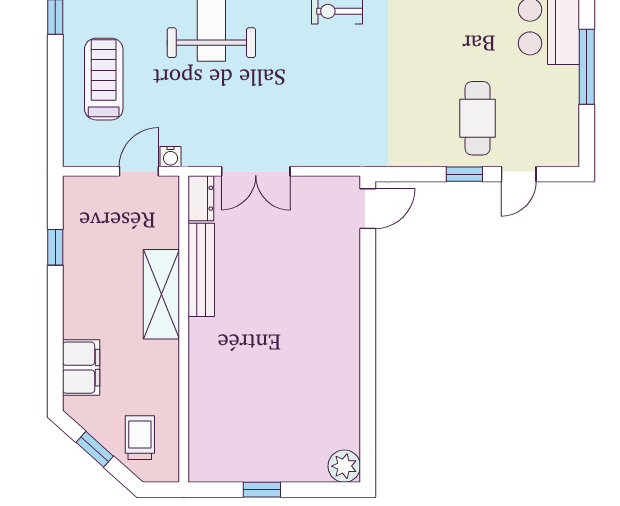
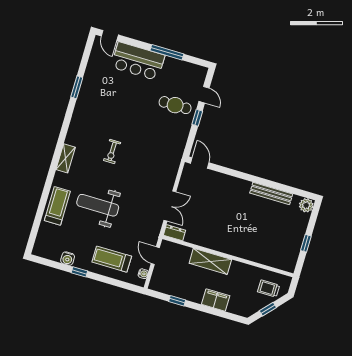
water cooler: (171, 157) -> (143, 274), moved
bench: (201, 270) -> (271, 194), moved
filing cabinet: (81, 368) -> (216, 300), moved

